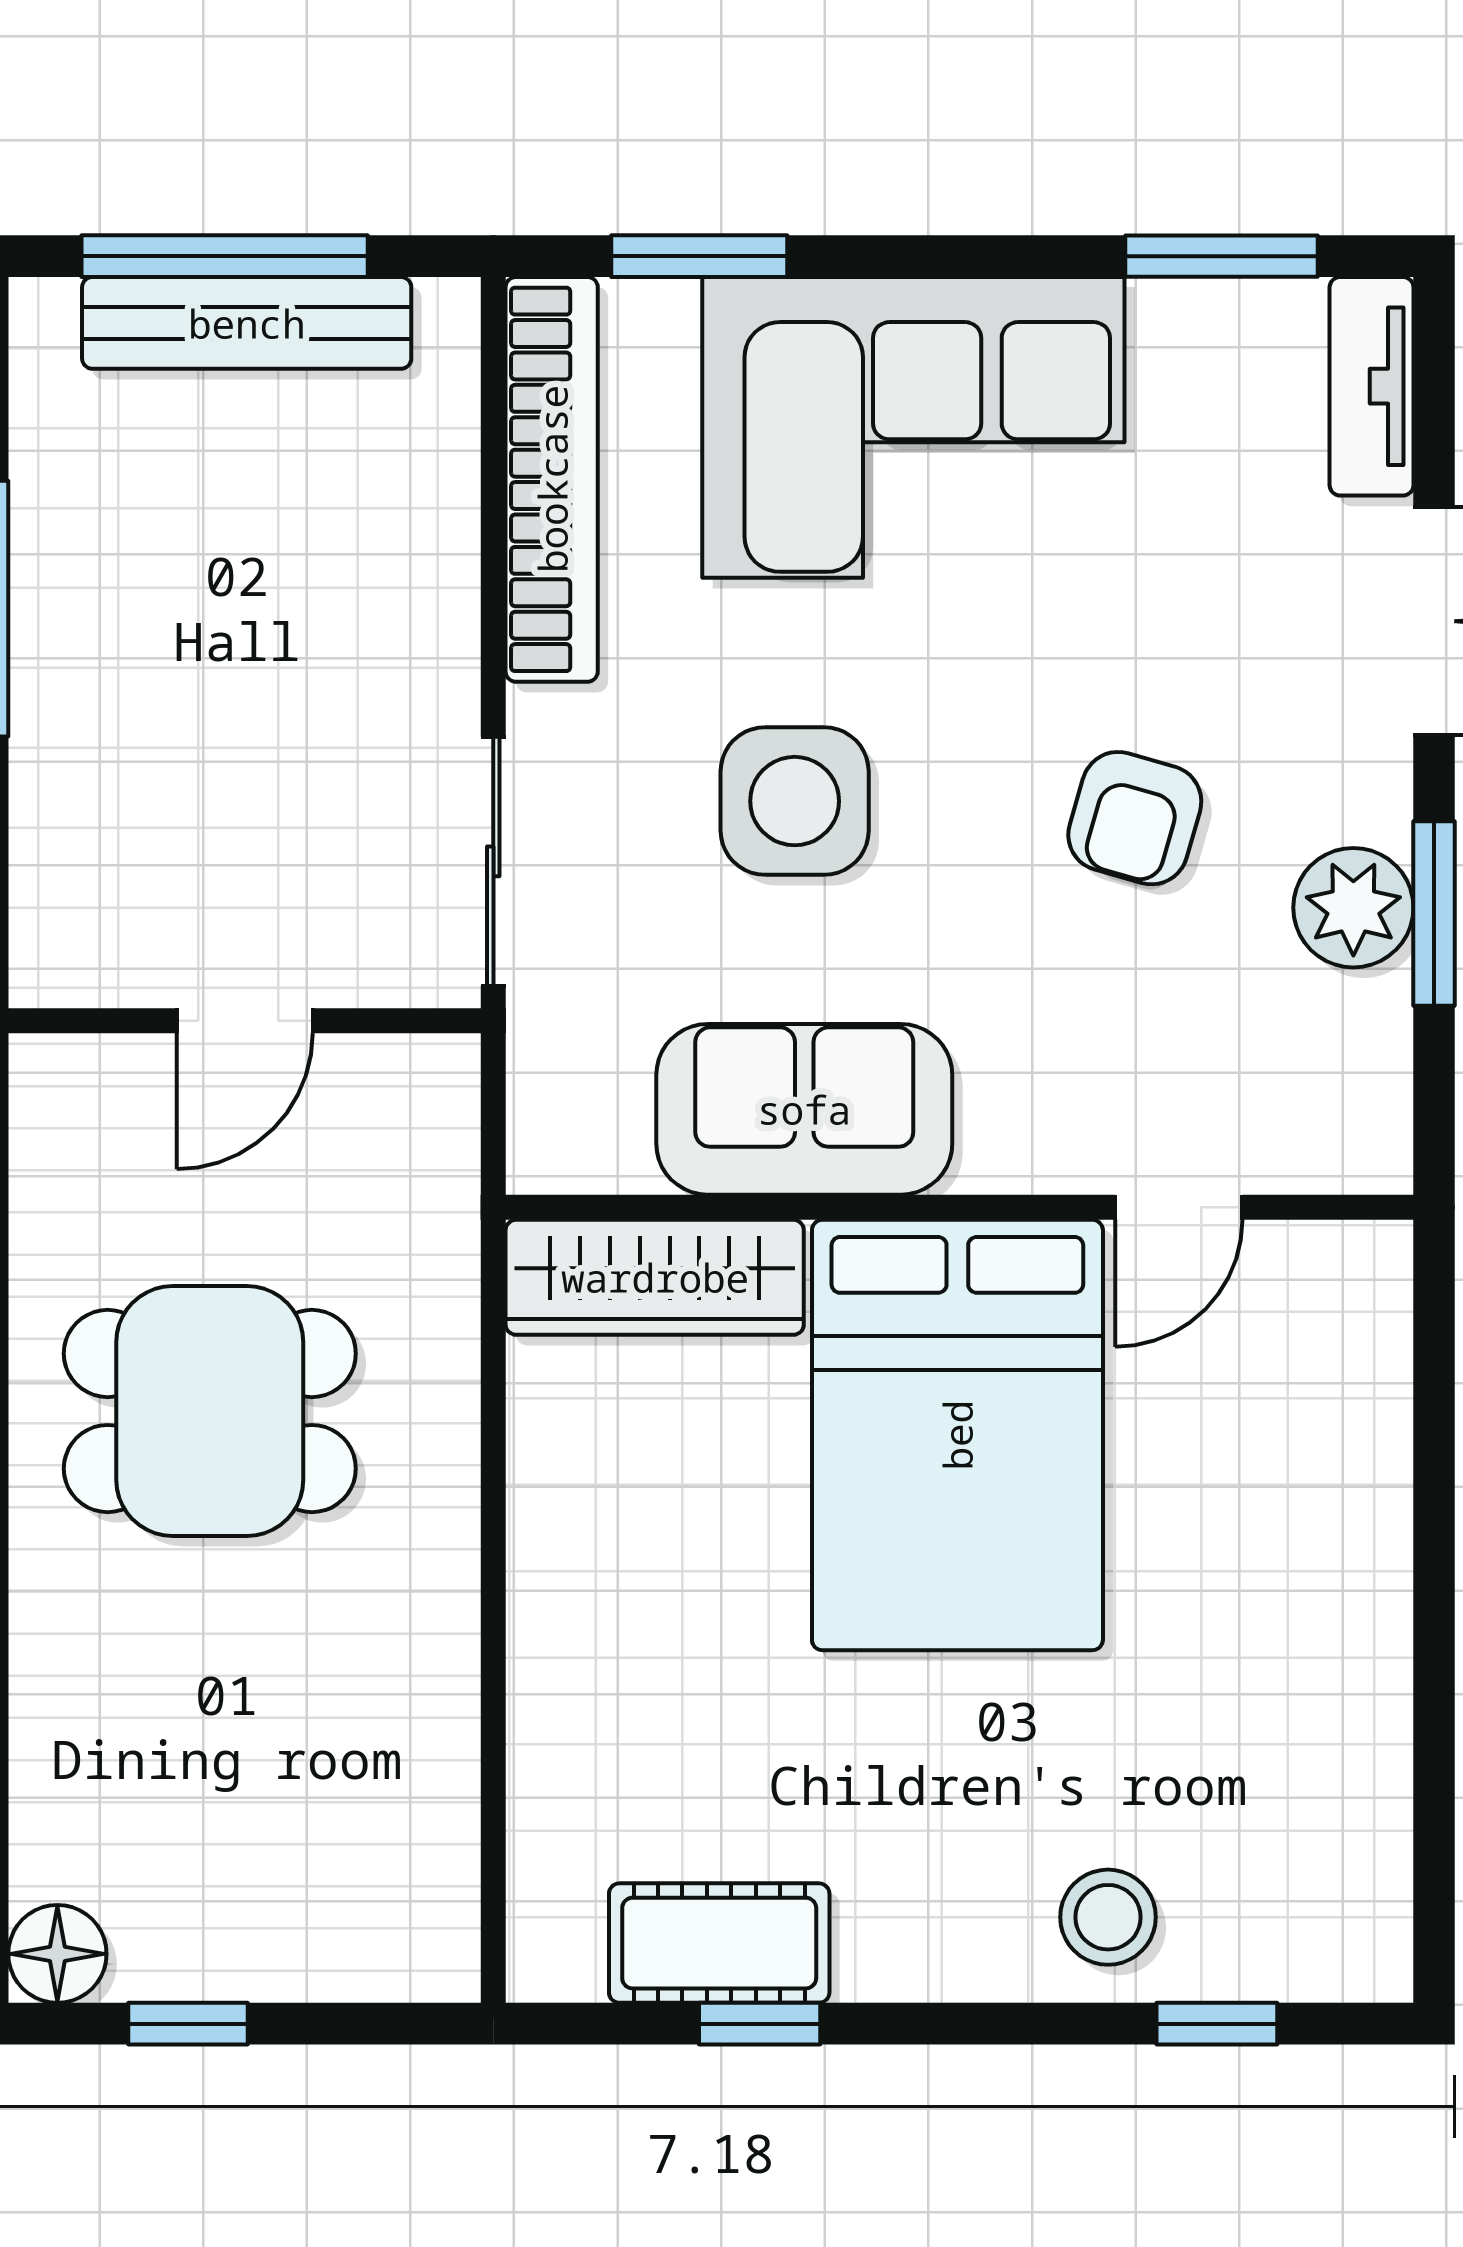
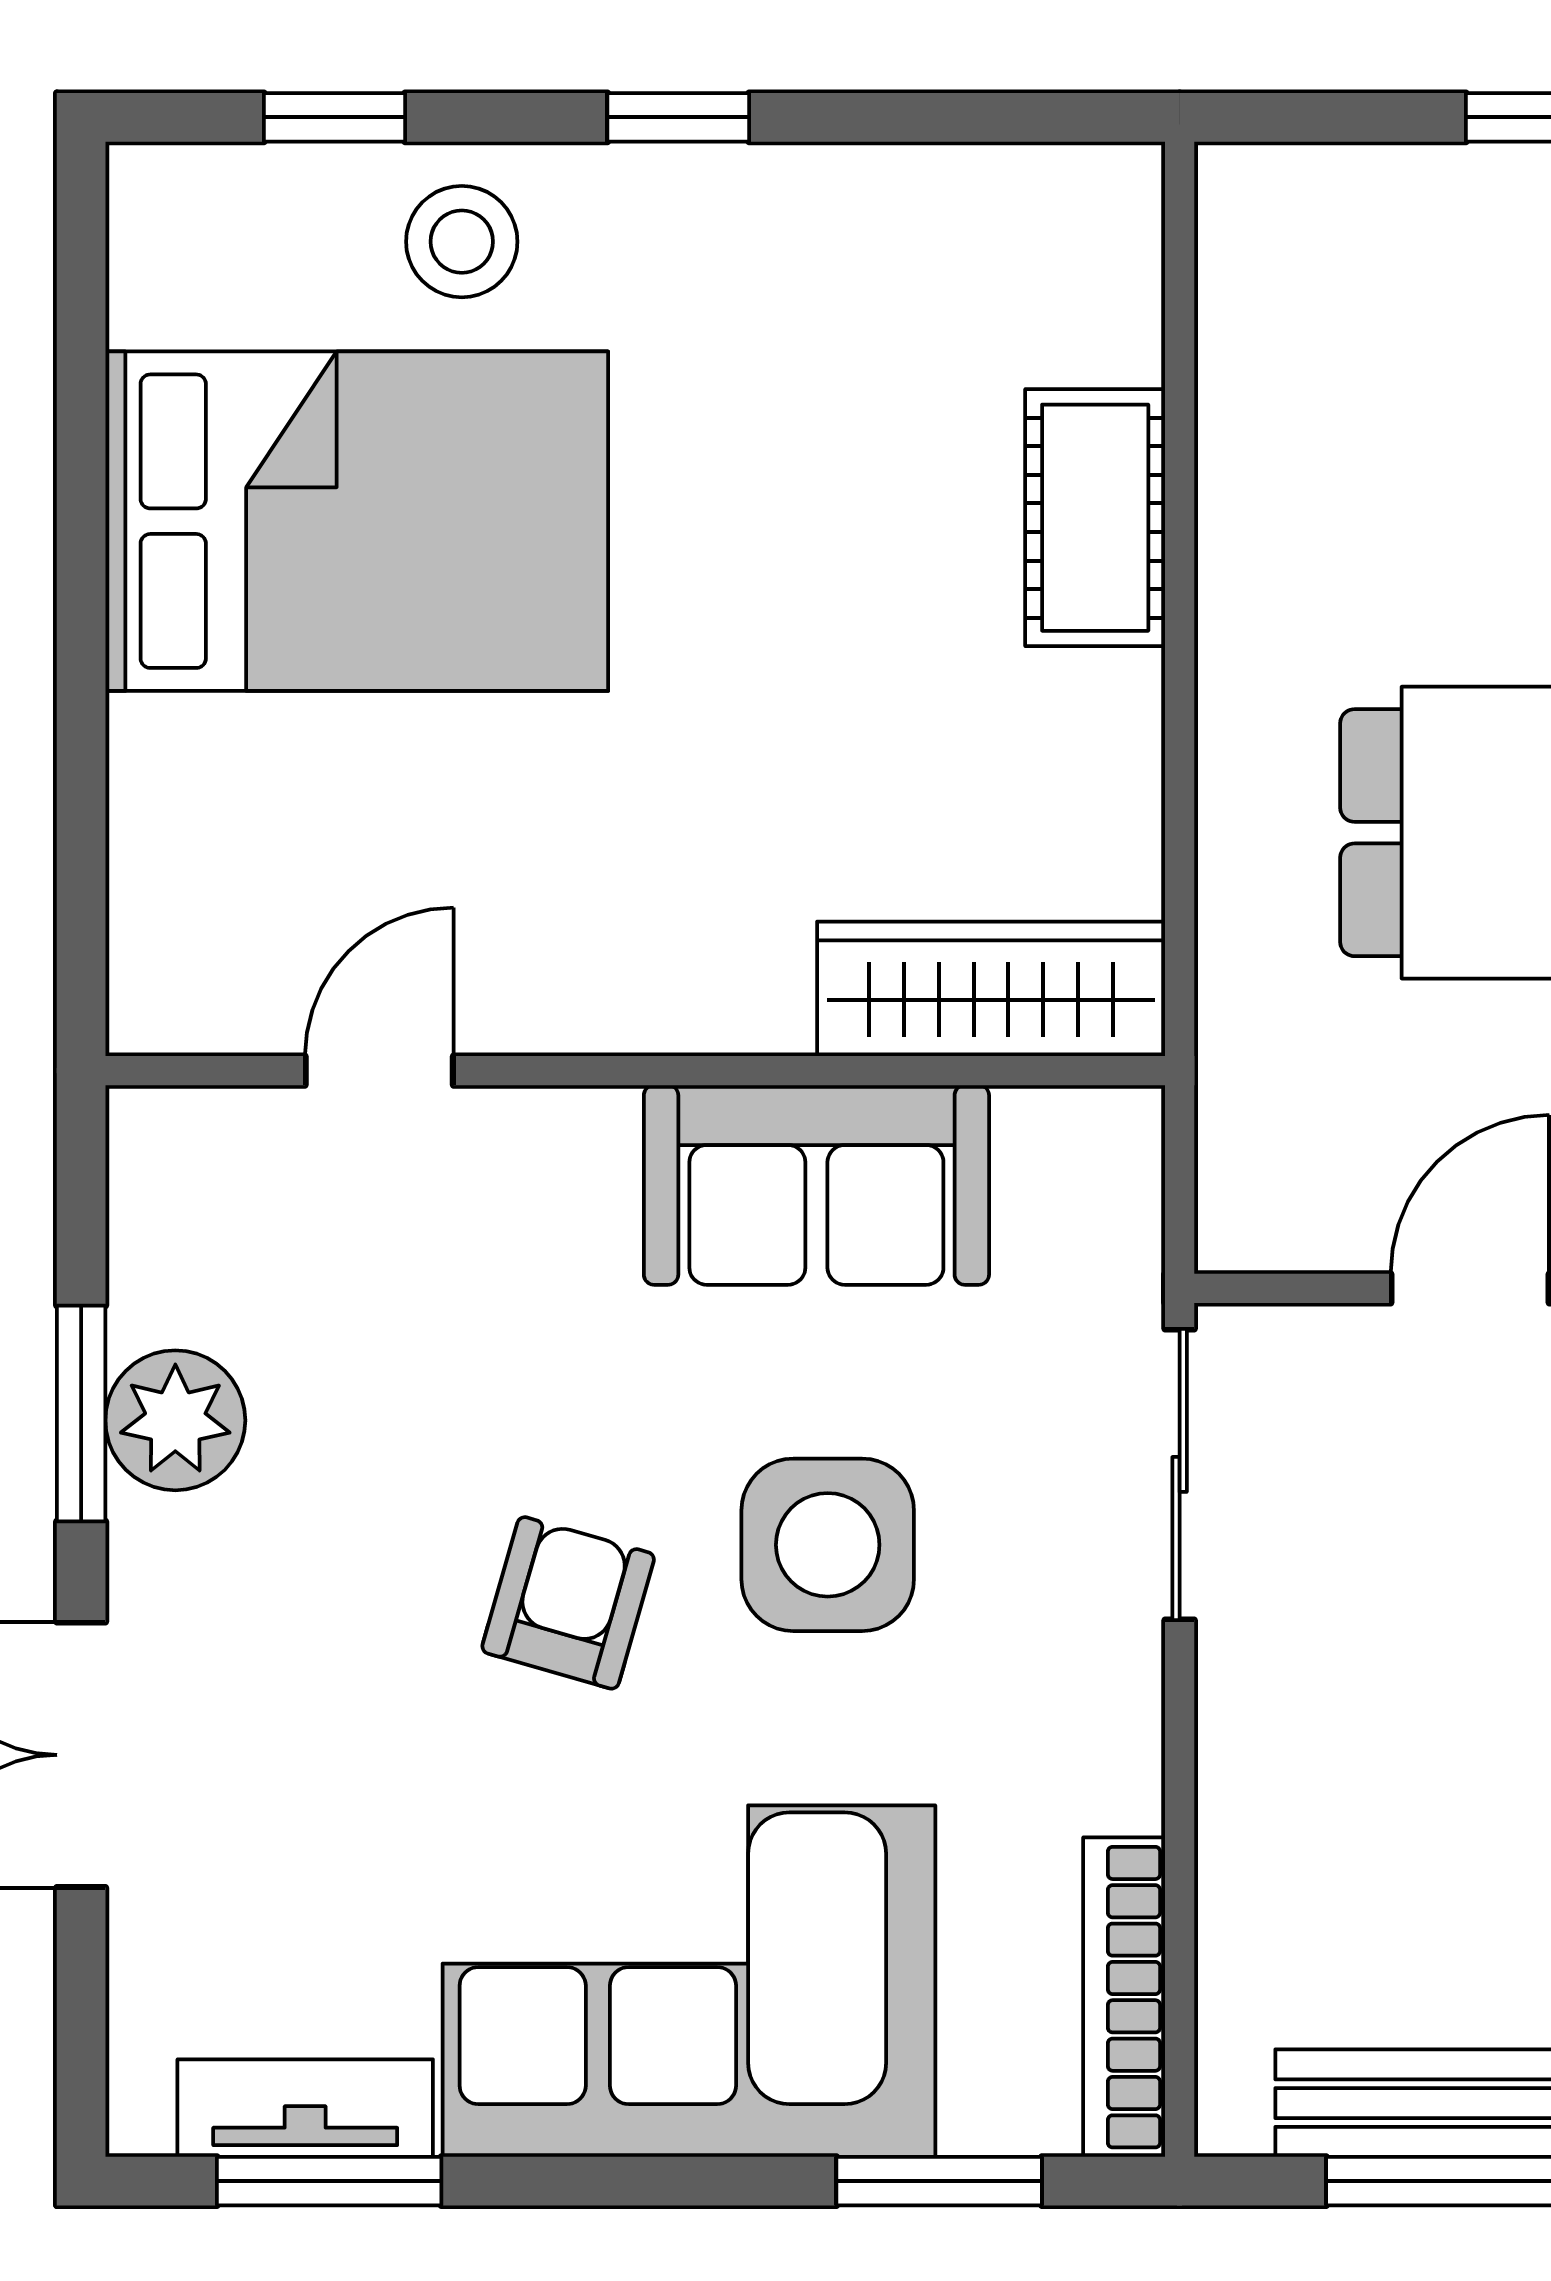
tv unit: (1372, 386) -> (305, 2108), moved, turned -90
bookcase: (552, 479) -> (1124, 1997), width x0.68, depth x0.76
armchair: (1135, 818) -> (568, 1603), moved
bed: (957, 1435) -> (357, 521), moved, turned 90
cot: (719, 1943) -> (1095, 518), moved, turned 90
window: (760, 2024) -> (678, 117), moved

